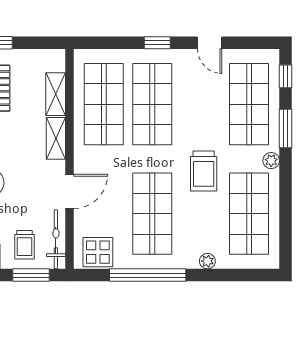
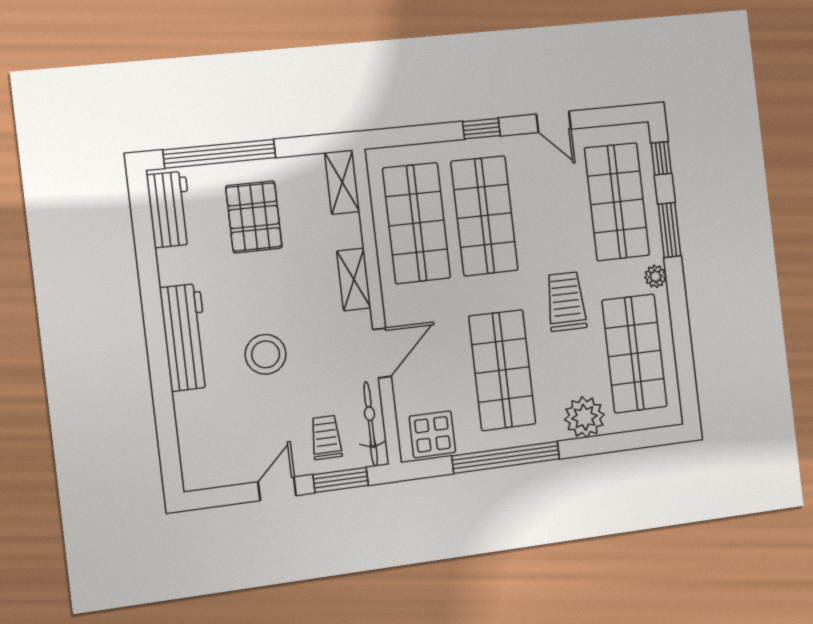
shelving: (56, 94) -> (342, 182), moved
trolley: (204, 171) -> (566, 302), turned 180
trolley: (24, 245) -> (326, 437), turned 180
plant: (207, 261) -> (584, 417), width x1.88, depth x1.88

